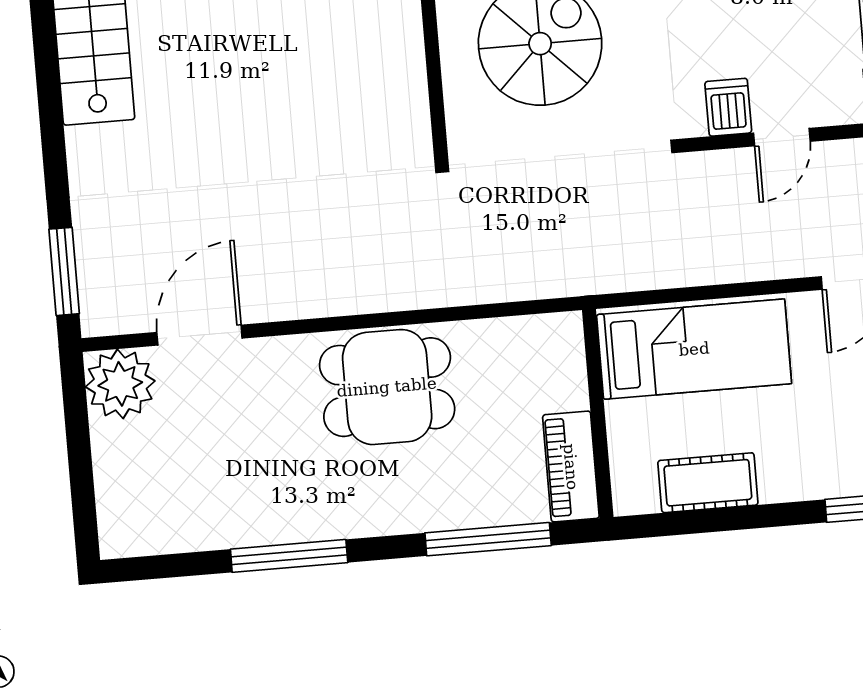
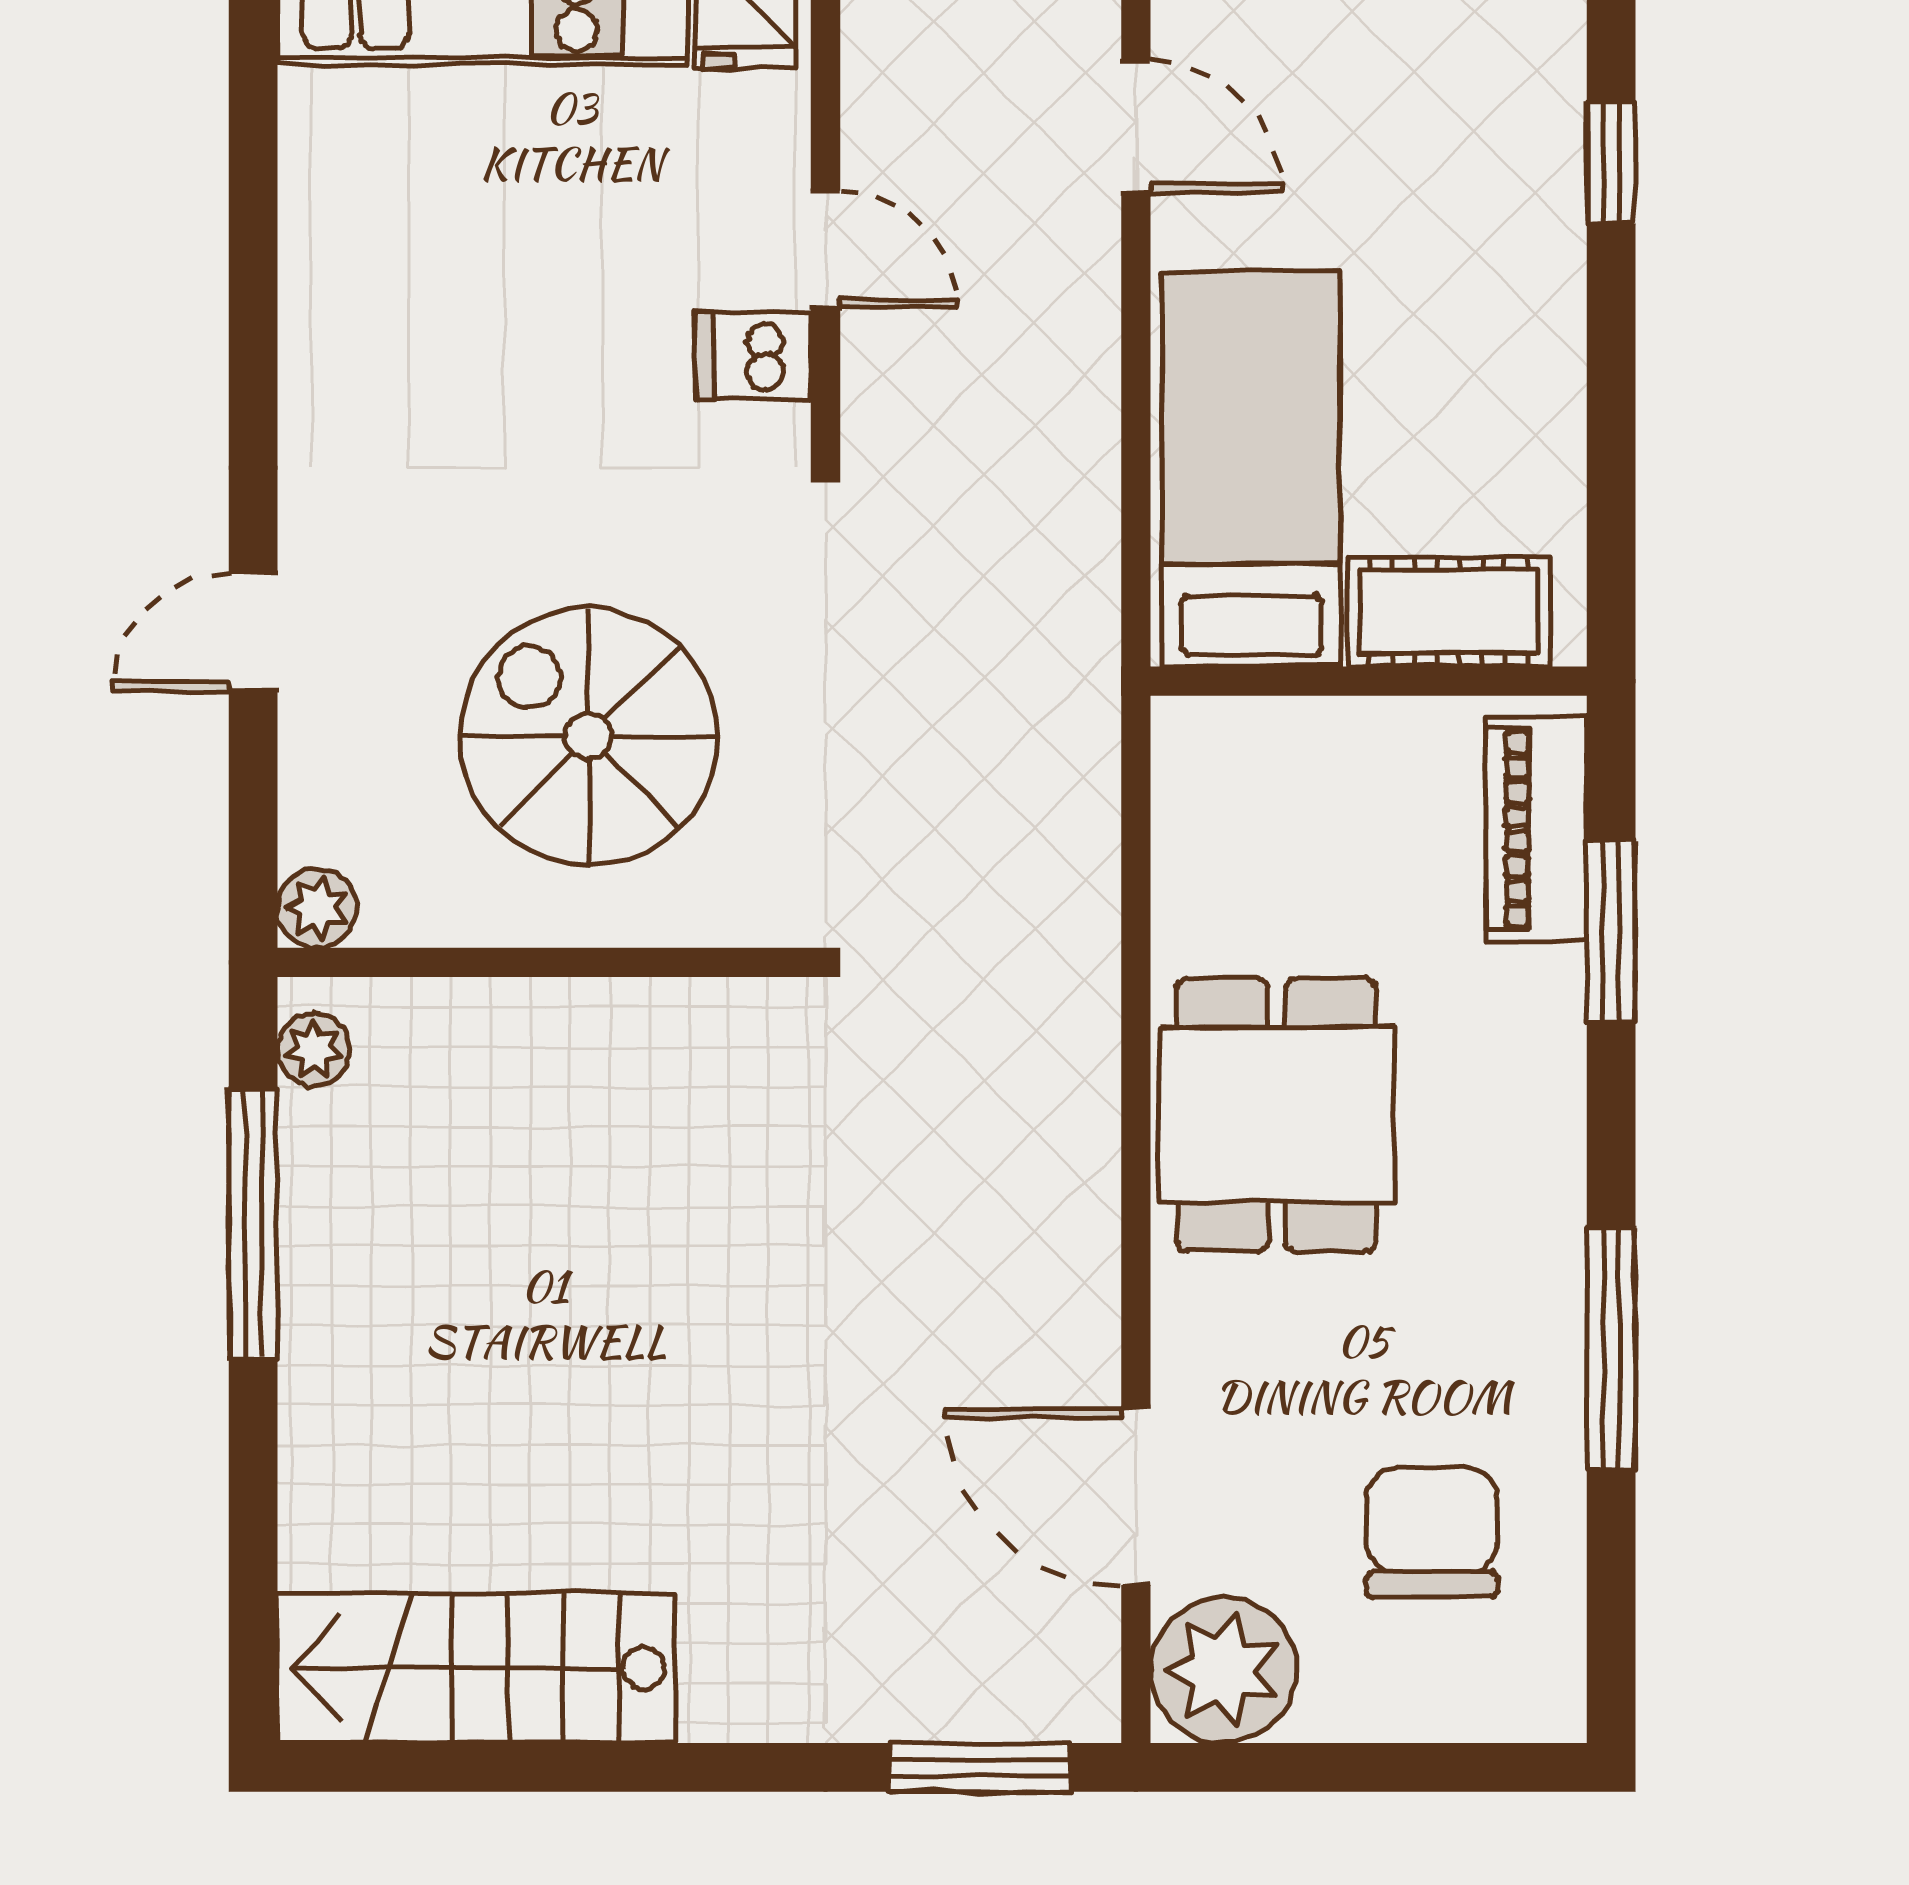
piano: (571, 467) -> (1537, 829), moved, turned 90
chair: (194, 478) -> (1432, 1532), added
cot: (708, 483) -> (1449, 612), moved, turned 90
window: (488, 539) -> (1611, 931), width x0.69

